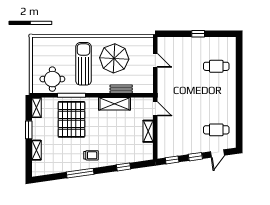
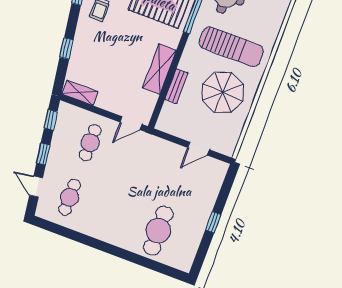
cafe table: (216, 66) -> (158, 231), width x1.37, depth x1.35
cafe table: (177, 130) -> (90, 143), added
shelving: (148, 131) -> (80, 93), moved

